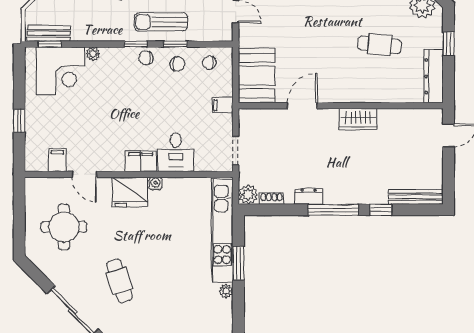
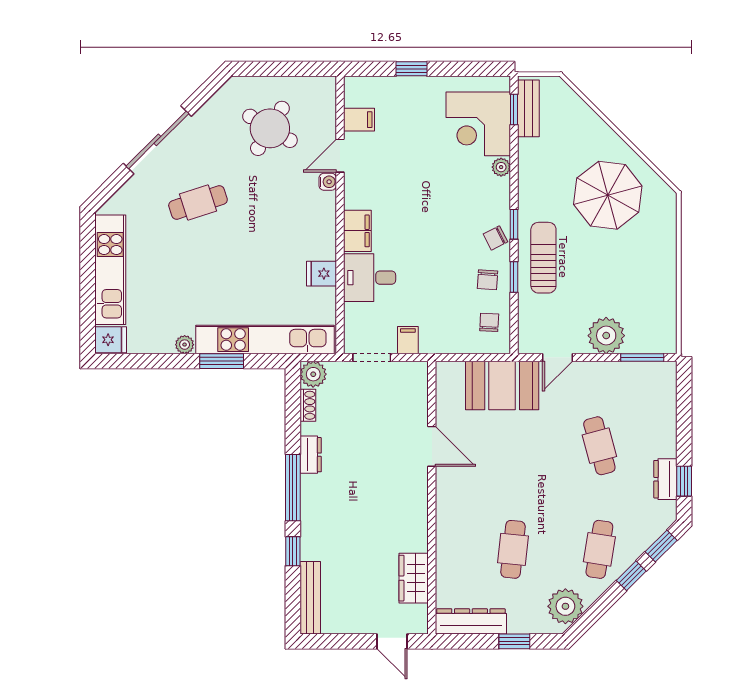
chair: (146, 58) -> (495, 238), turned -117
booth: (257, 76) -> (502, 386), moved
filing cabinet: (223, 105) -> (408, 340), moved
wardrobe: (358, 119) -> (414, 578), moved
water cooler: (155, 184) -> (328, 182), moved
fridge: (130, 192) -> (322, 274), moved, width x0.53, depth x0.75
round table: (64, 227) -> (270, 128), turned 31

